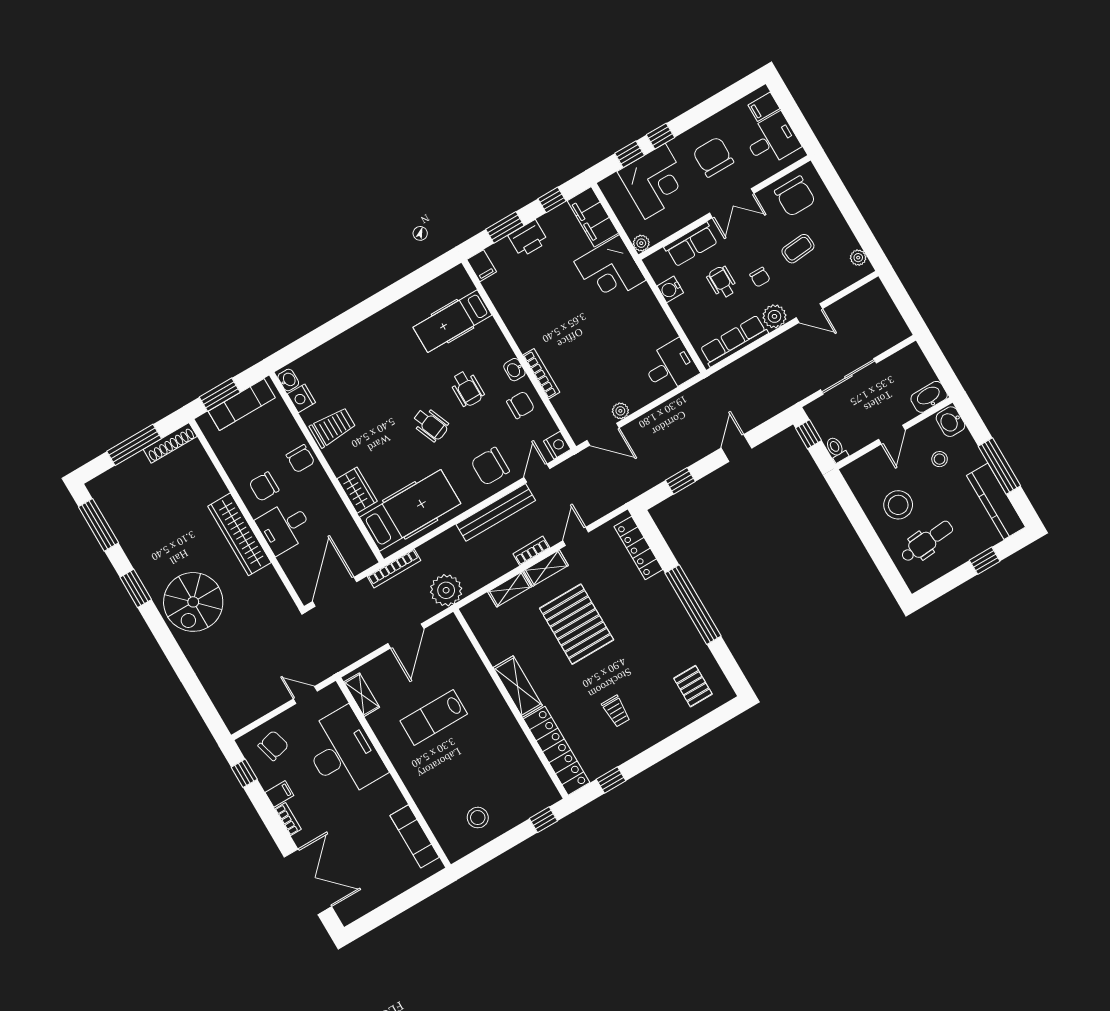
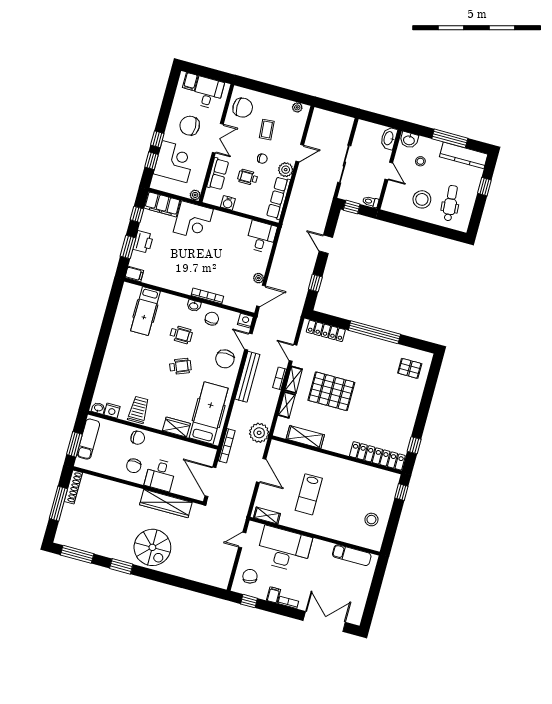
wardrobe: (240, 534) -> (166, 504), moved
shelving: (518, 687) -> (305, 437), moved
trolley: (616, 711) -> (387, 413), removed

